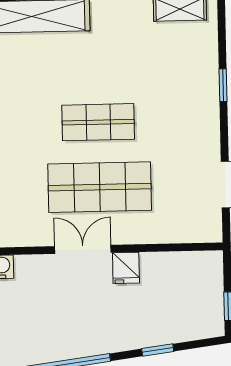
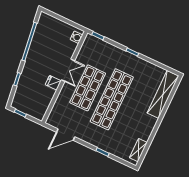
shop shelf: (98, 122) -> (112, 99), width x2.00, depth x1.36

